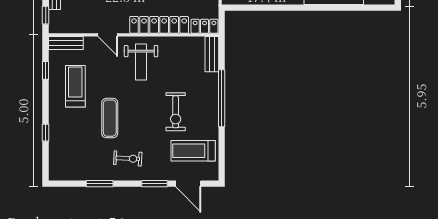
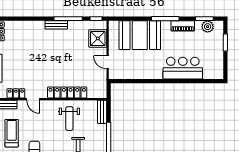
locker: (205, 26) -> (16, 93), moved
weight bench: (141, 62) -> (69, 119), moved

